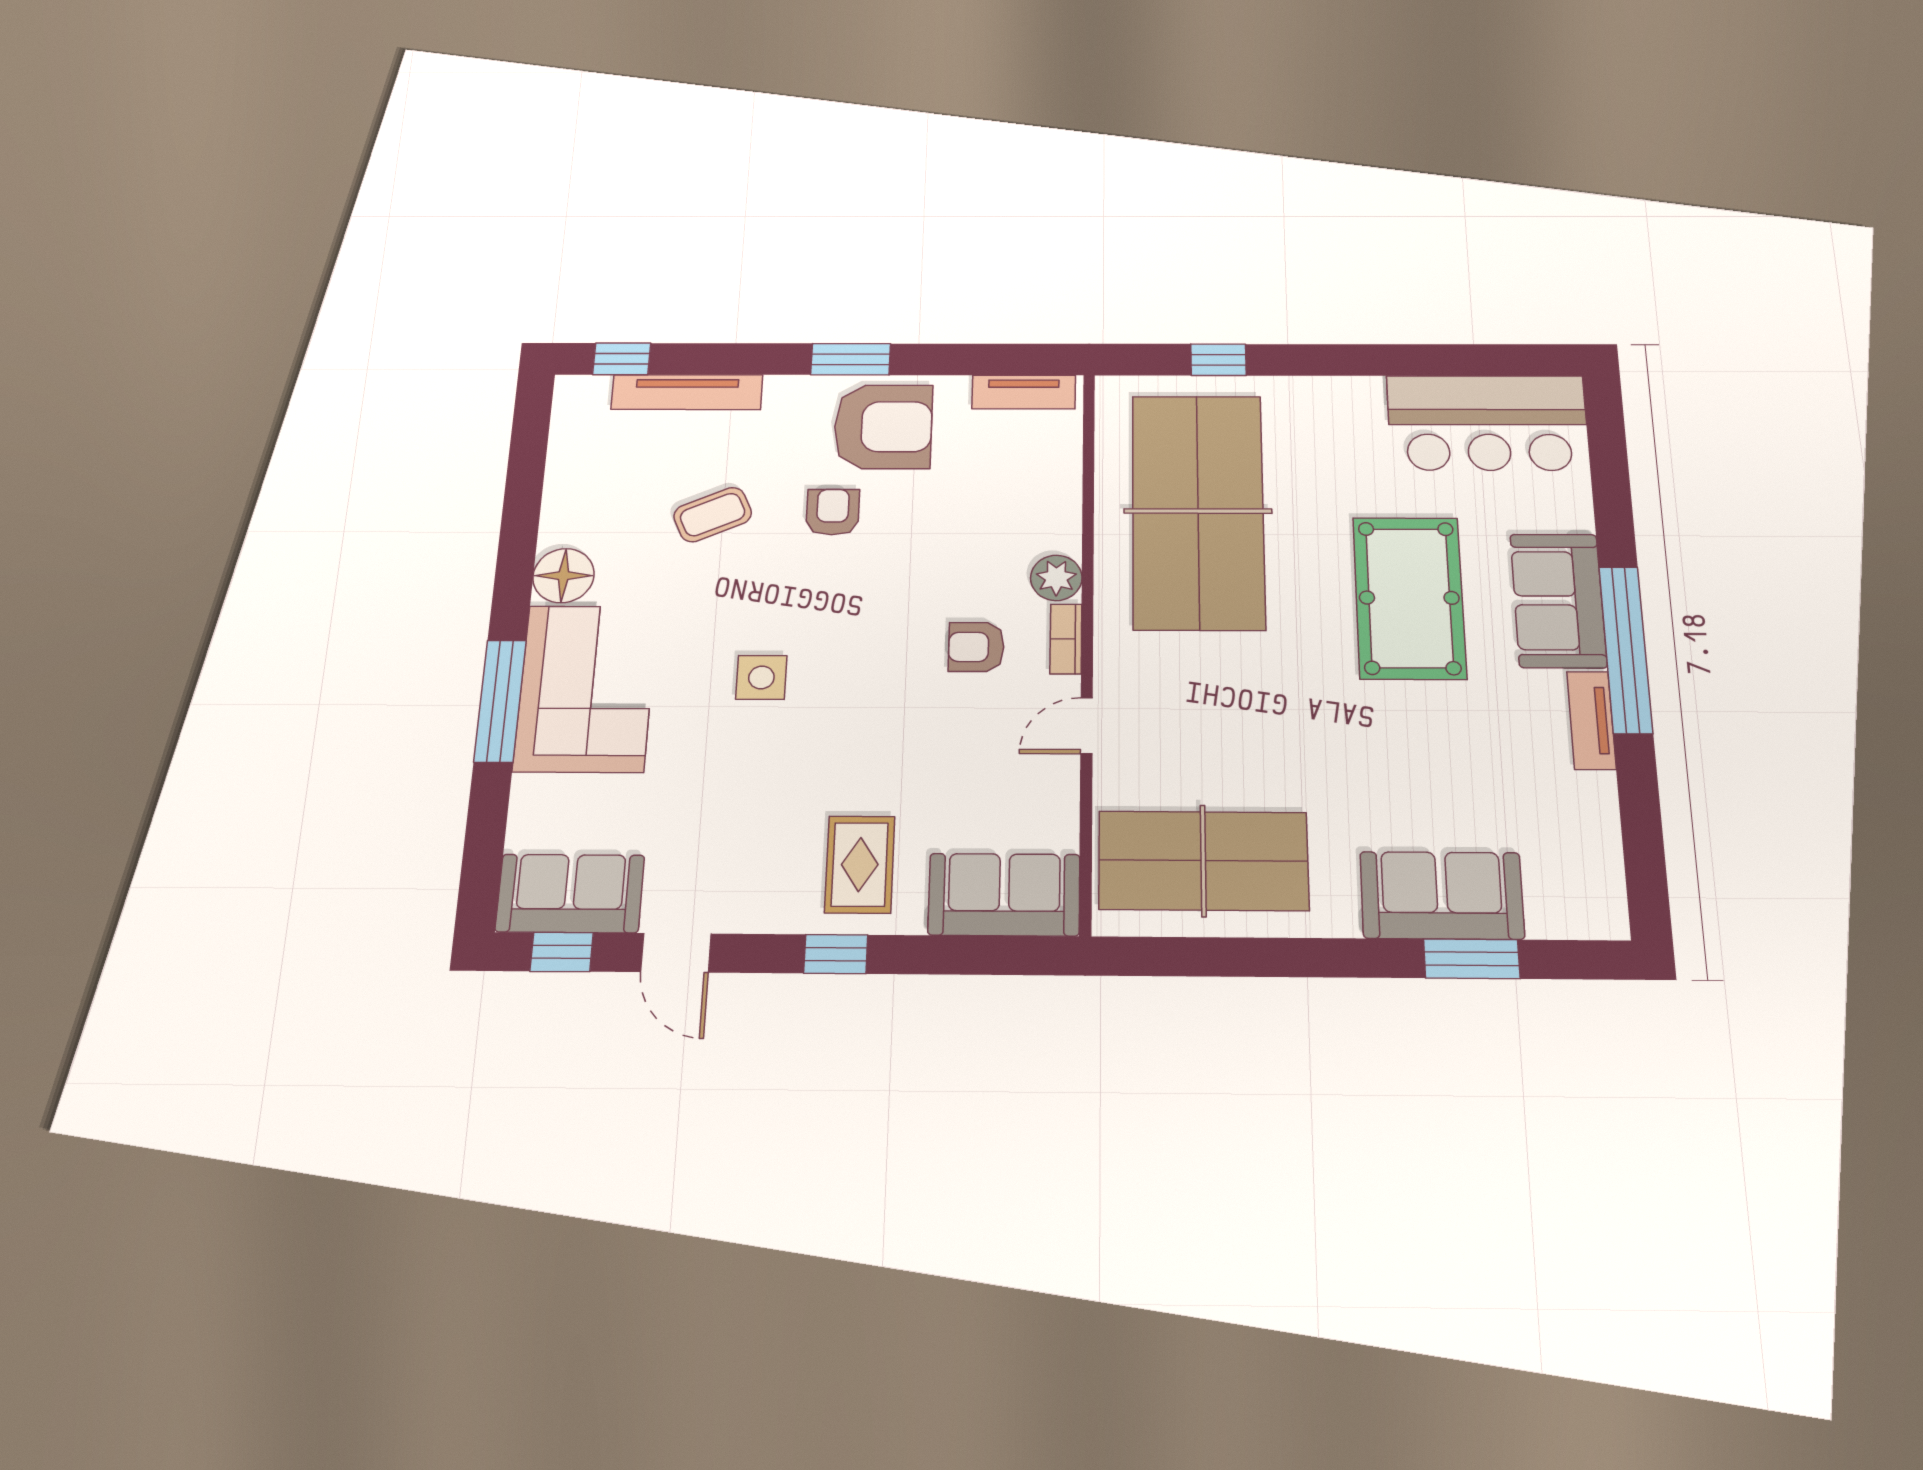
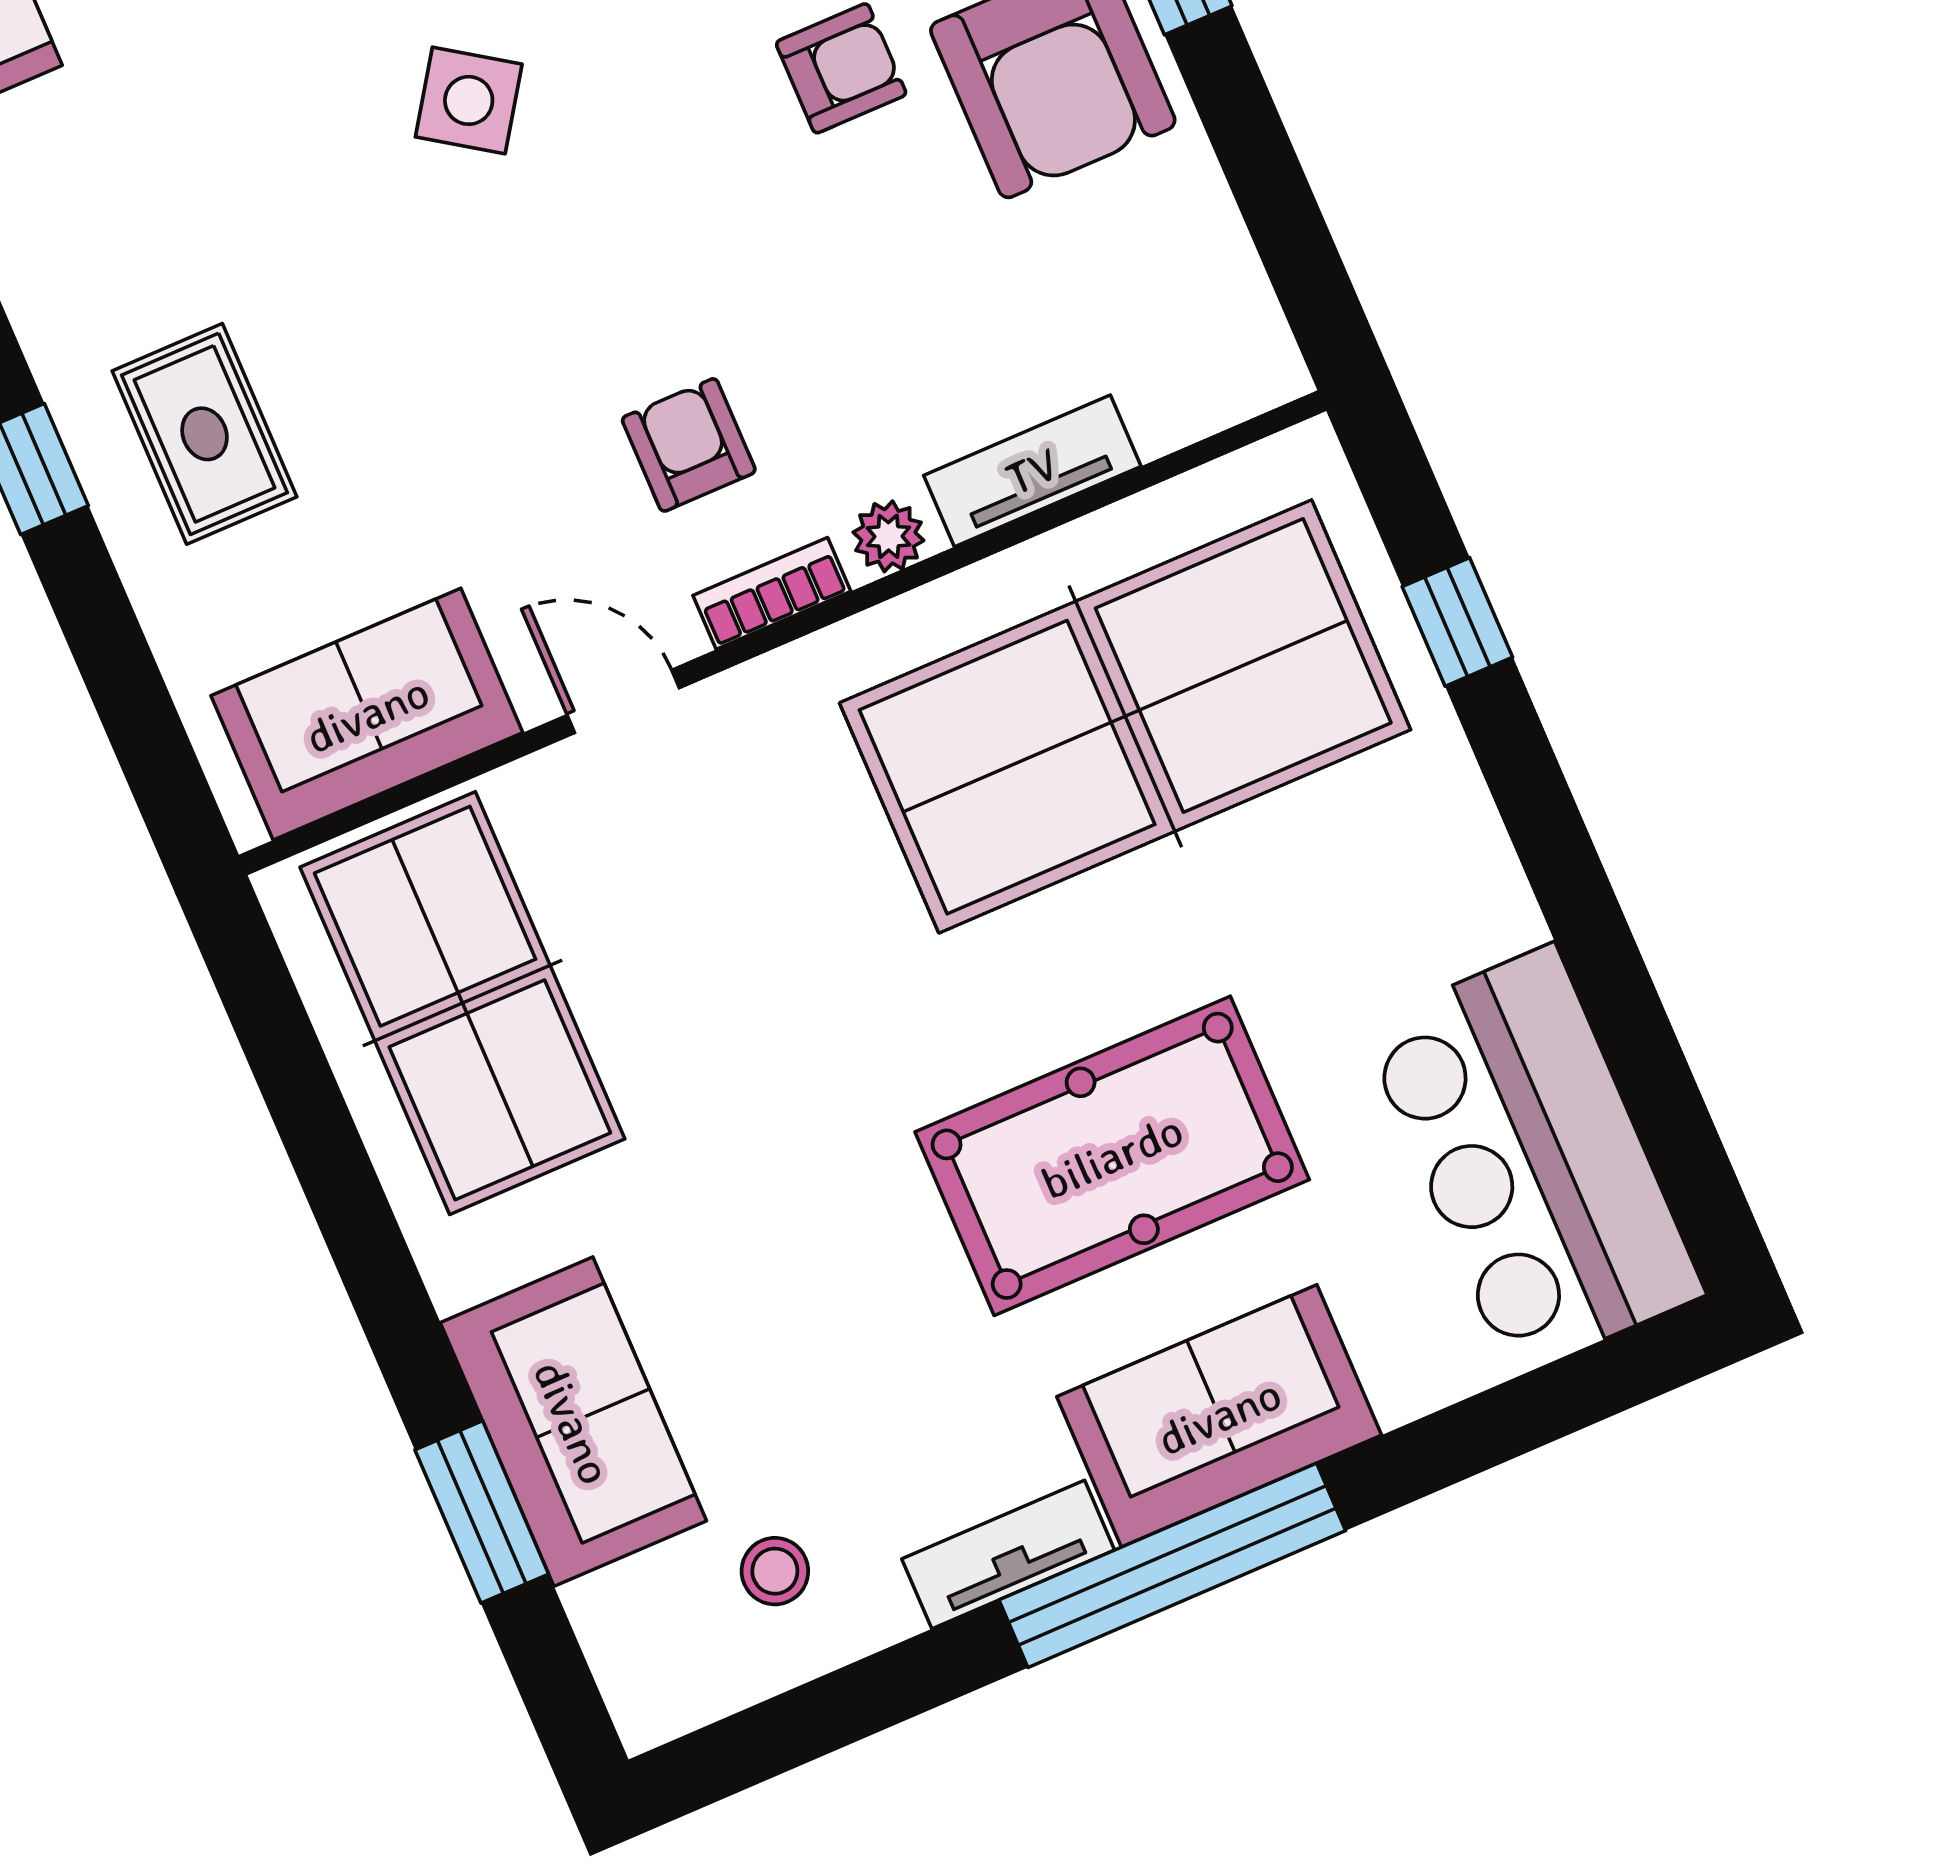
tv unit: (1024, 392) -> (1032, 471), moved, turned 90
plant: (1056, 578) -> (888, 536), width x0.73, depth x0.73
side table: (761, 678) -> (469, 100), turned 34
stool: (1558, 831) -> (775, 1571), added
rug: (860, 864) -> (204, 434), turned 90
sofa: (1004, 895) -> (367, 714), moved, turned -90

